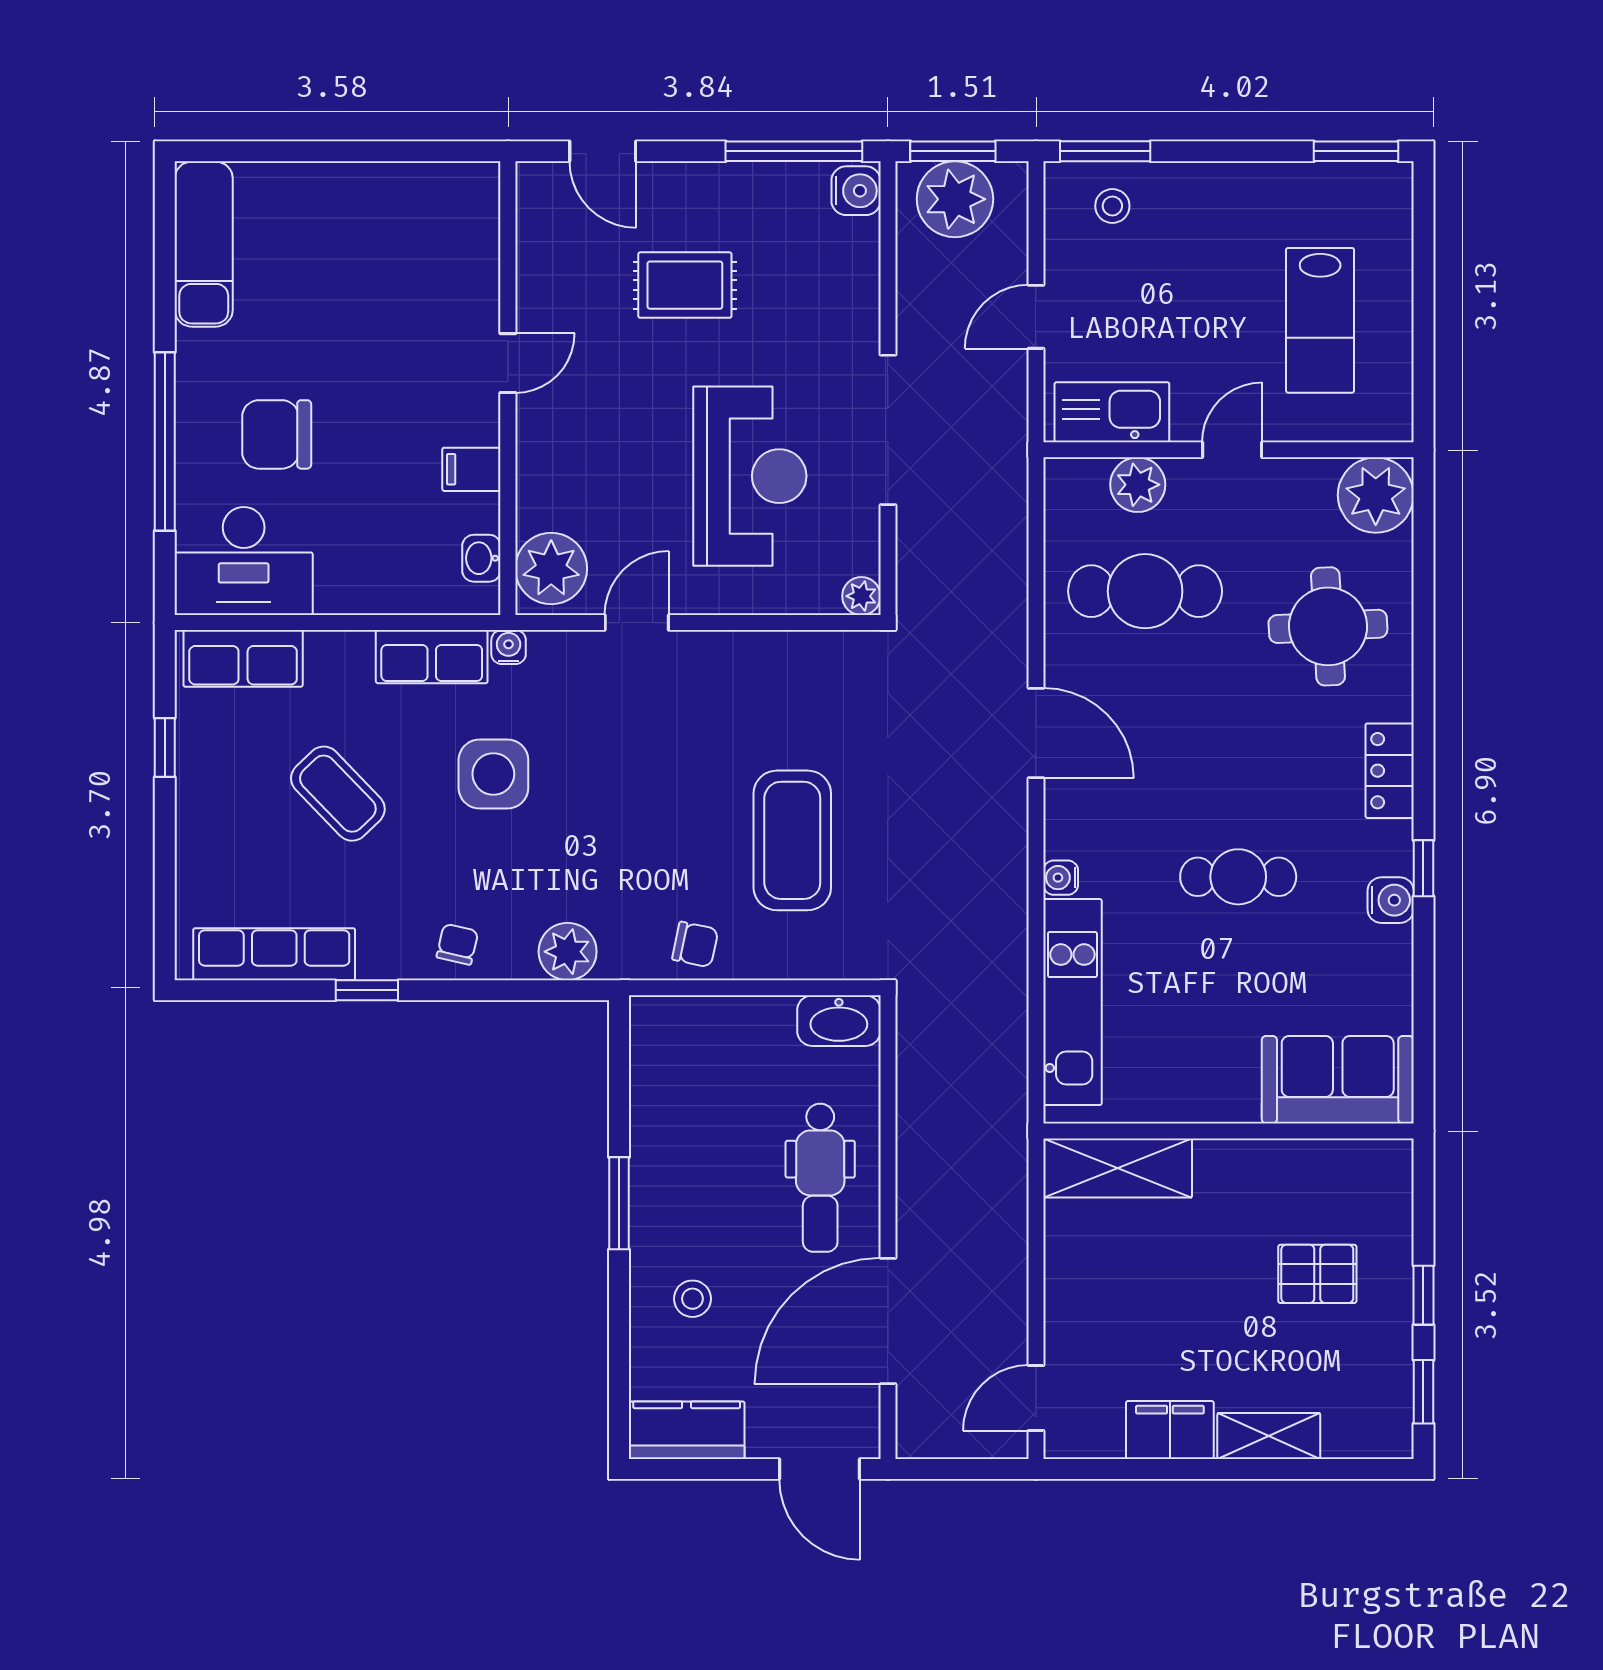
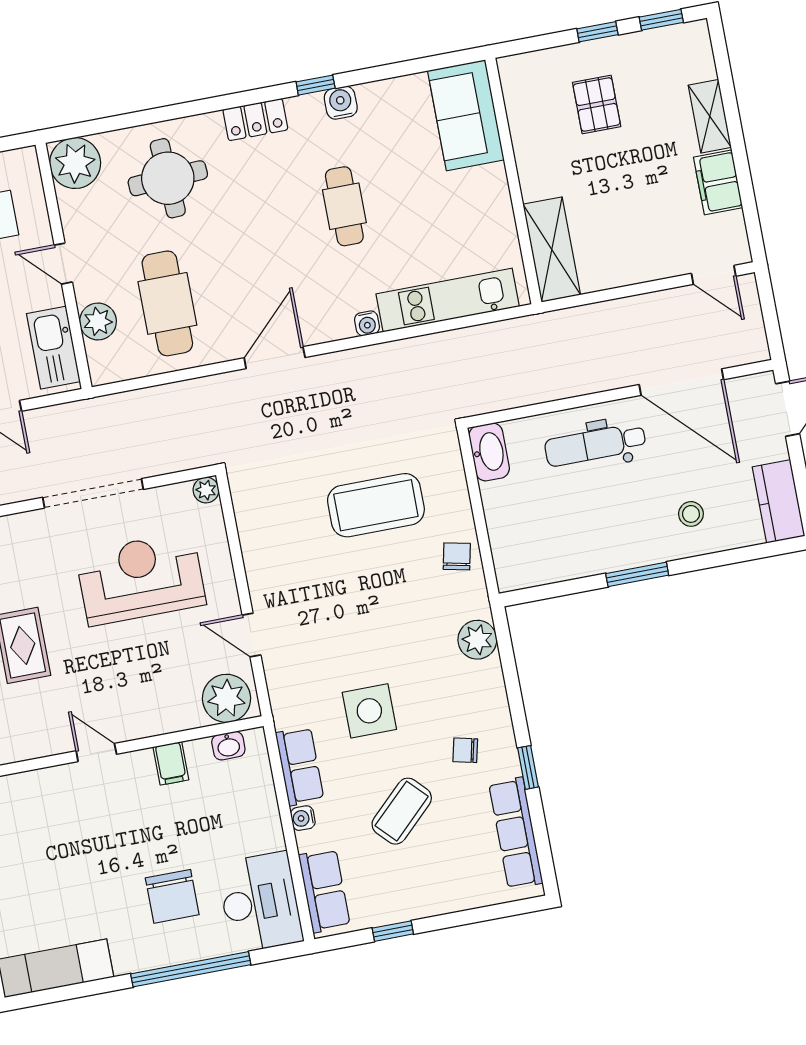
water cooler: (509, 647) -> (303, 818), moved
chair: (457, 944) -> (465, 750), moved
dental chair: (820, 1178) -> (595, 445), turned 180

